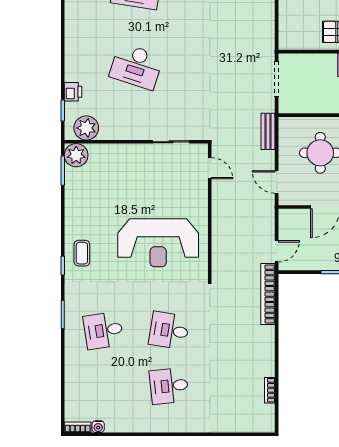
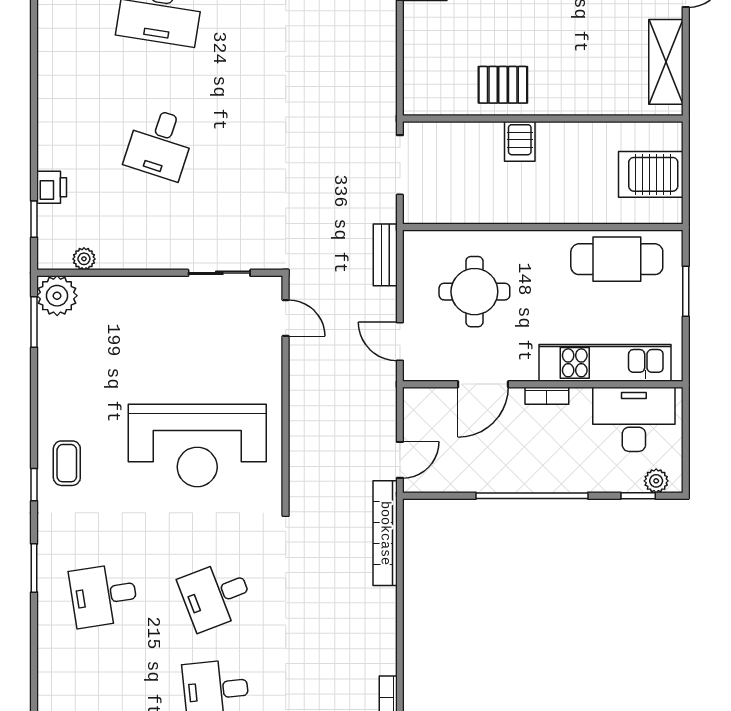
desk: (136, 66) -> (160, 144), width x0.73
plant: (86, 128) -> (84, 259), width x0.53, depth x0.53
desk: (169, 330) -> (216, 595), turned -30

